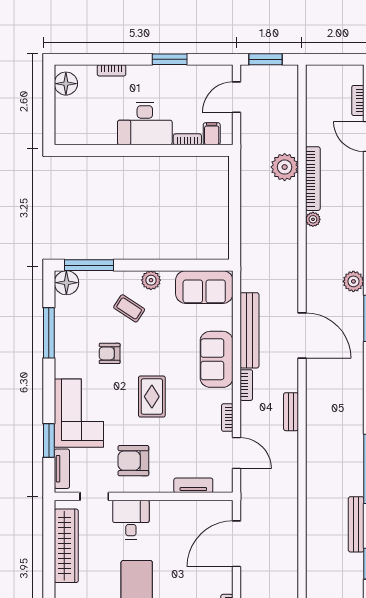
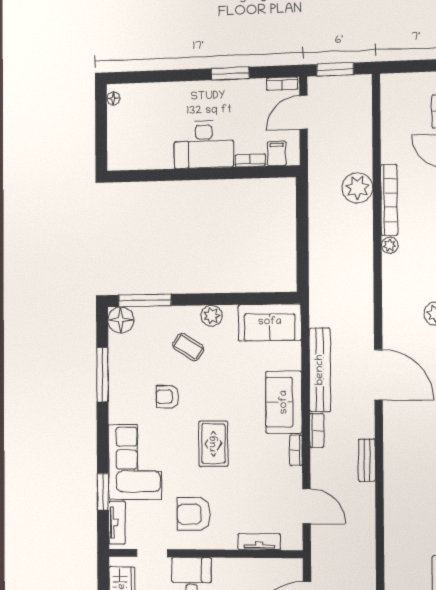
bookcase: (112, 70) -> (282, 84), moved
floor lamp: (66, 84) -> (113, 98), width x0.53, depth x0.53
bookcase: (227, 418) -> (296, 450), moved

